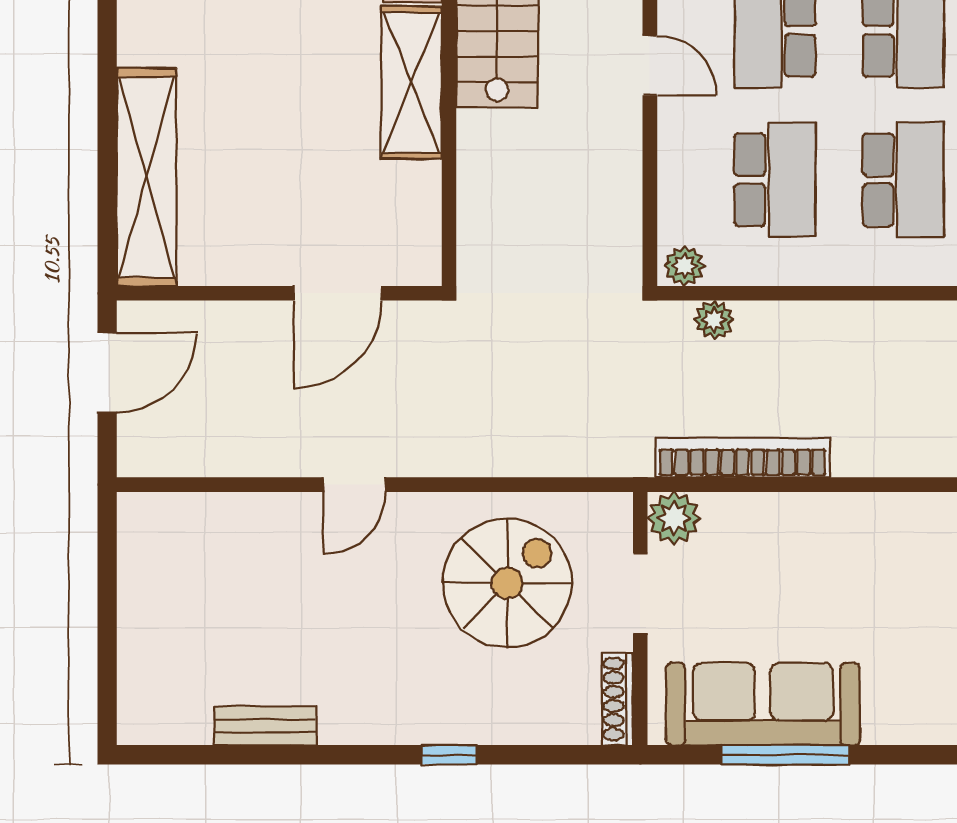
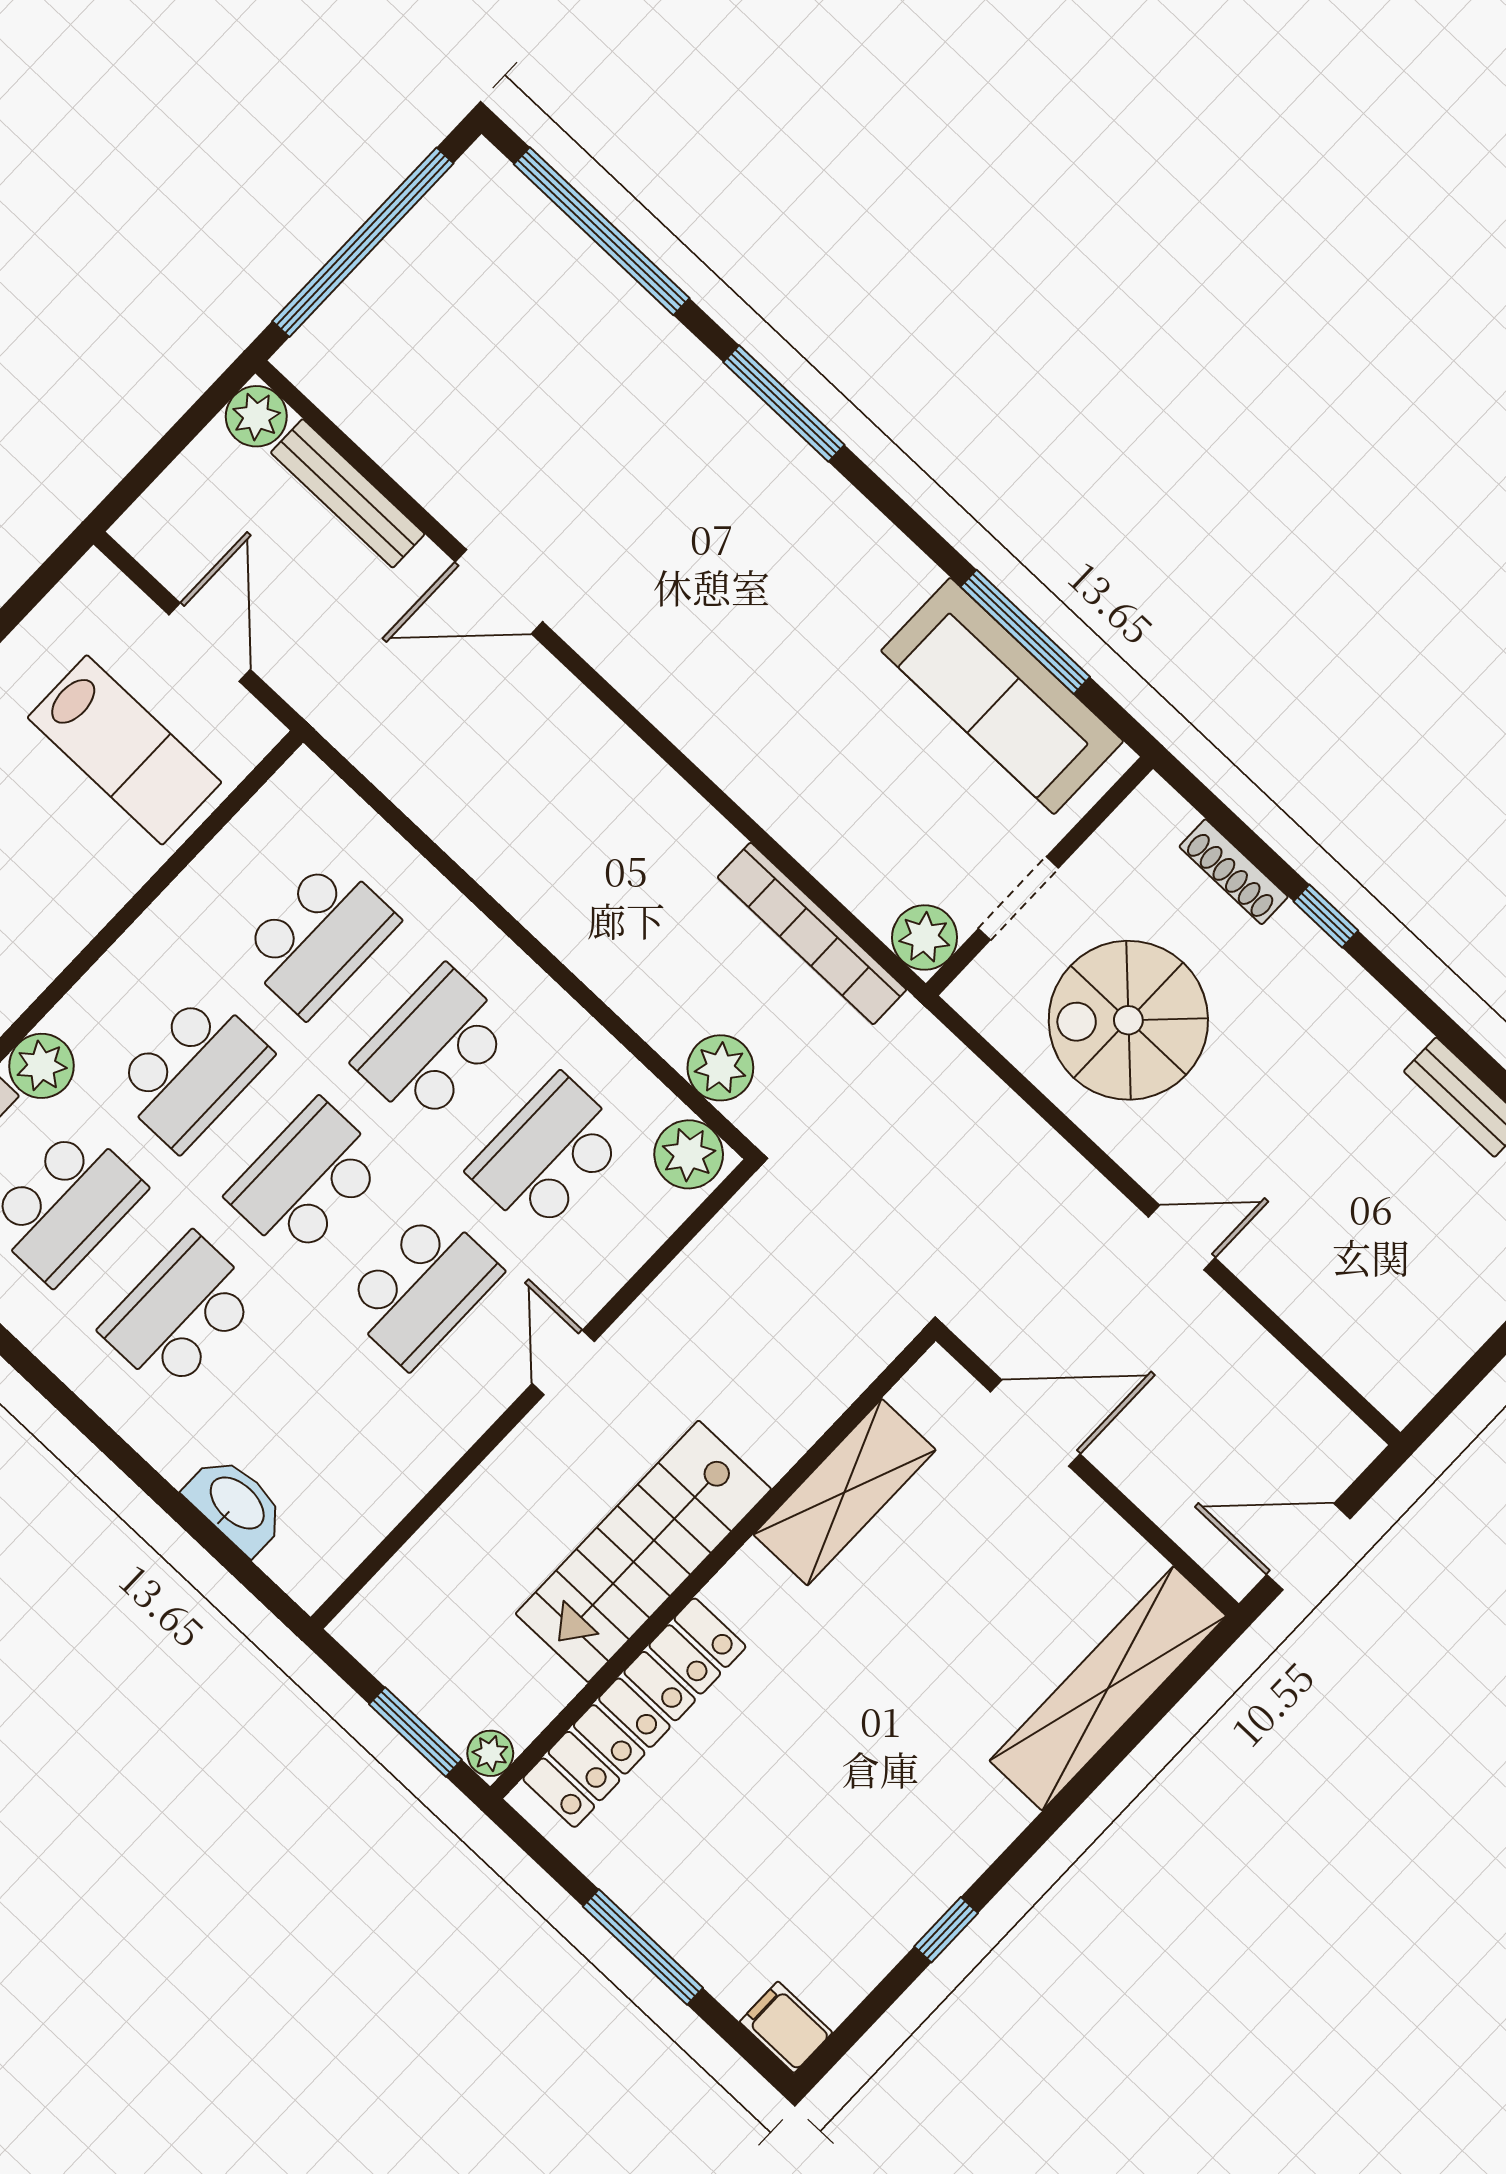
shelving: (411, 83) -> (845, 1492), moved
plant: (684, 266) -> (689, 1154), width x1.38, depth x1.38
plant: (714, 320) -> (720, 1068), width x1.38, depth x1.38
shoe rack: (617, 699) -> (1234, 872), moved, turned 90

